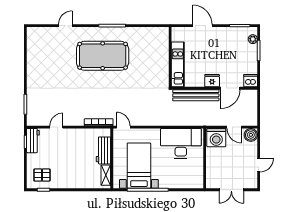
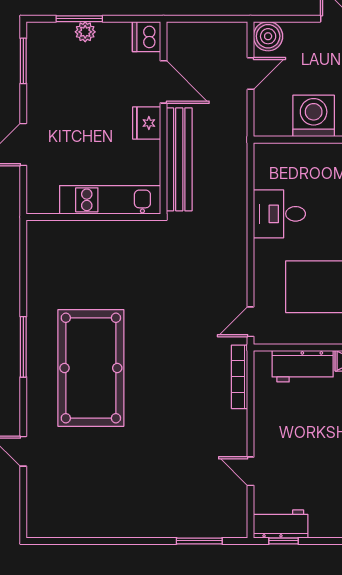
plant: (253, 39) -> (85, 32), moved
washing machine: (216, 138) -> (314, 116), moved, turned -90
desk: (181, 144) -> (279, 214), width x0.53, depth x0.77

